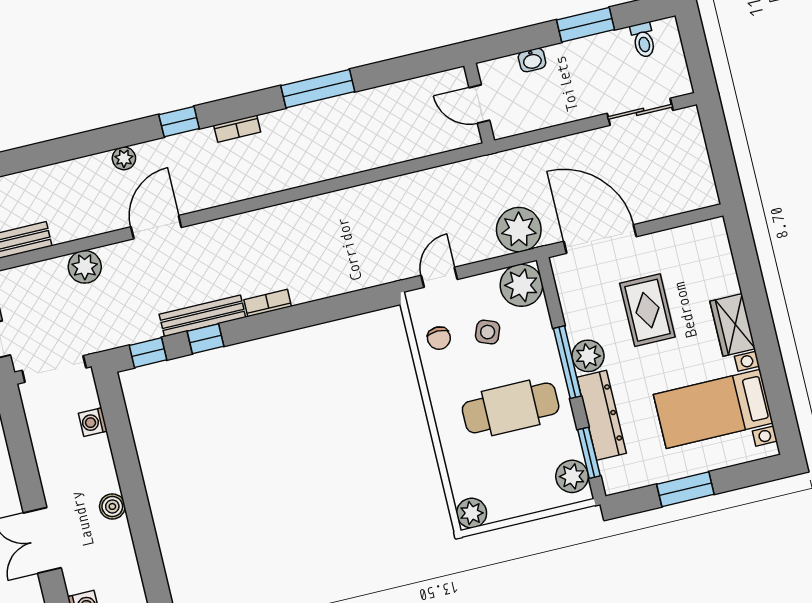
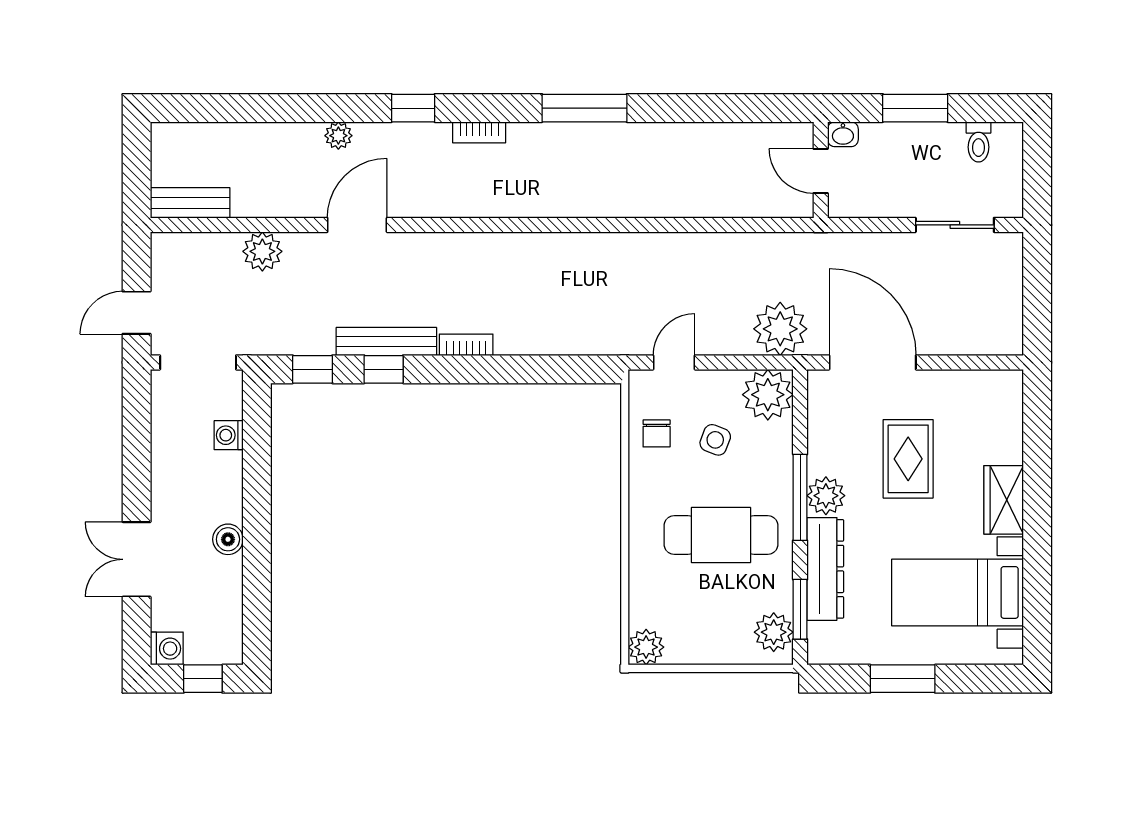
wall: (479, 103) -> (821, 170), moved
door: (479, 104) -> (821, 171), moved

